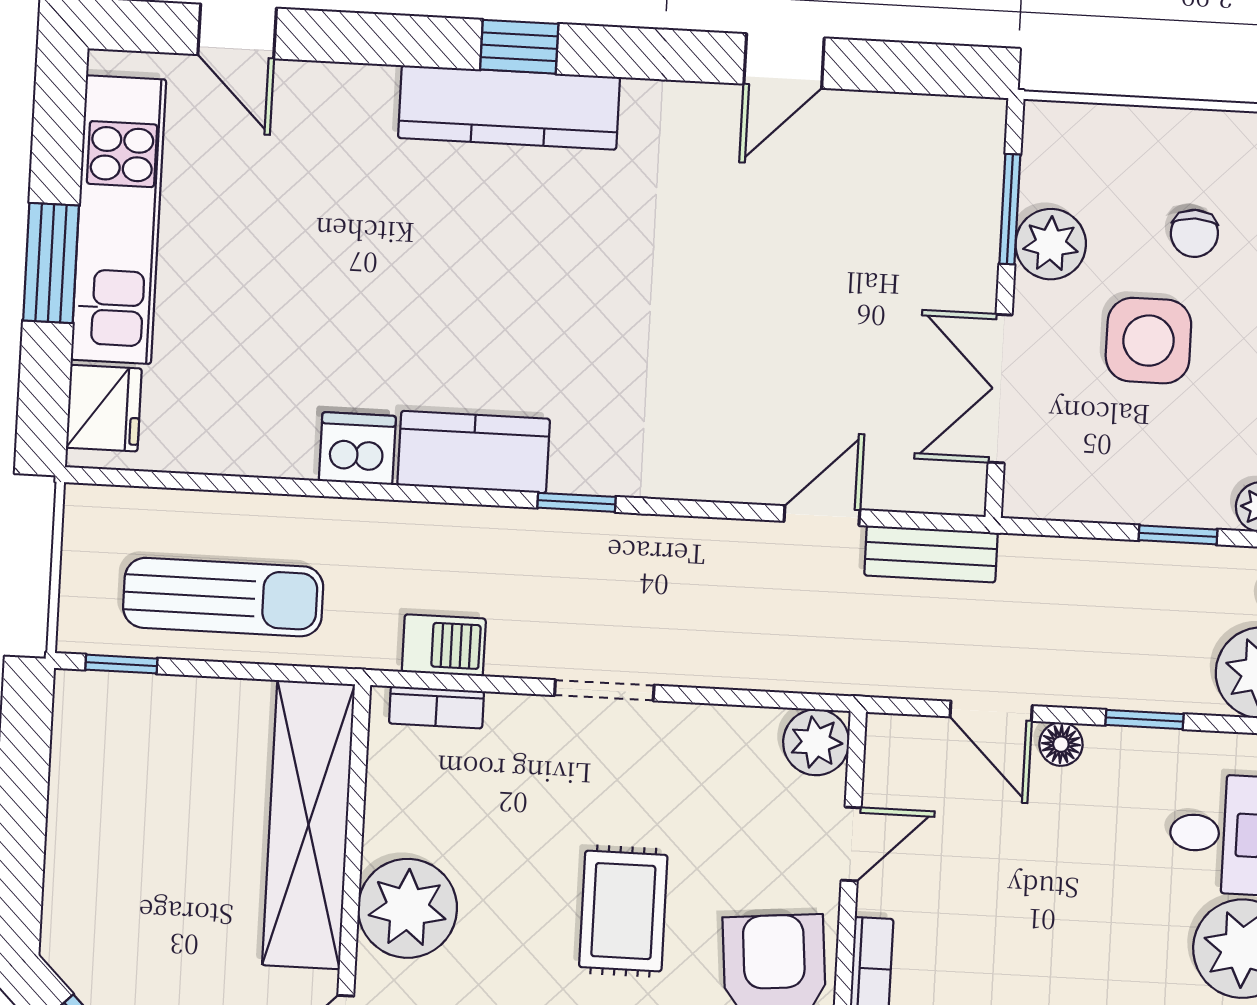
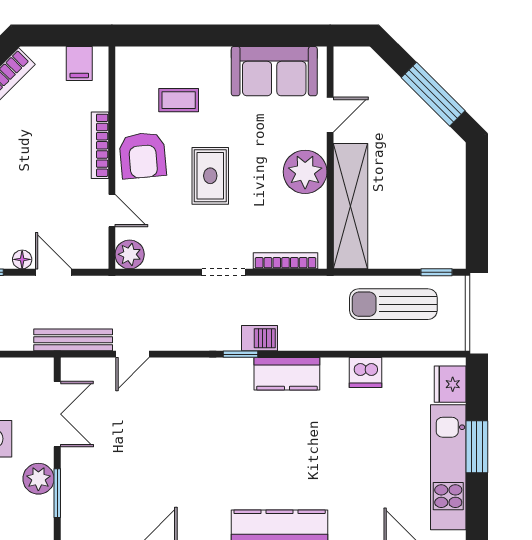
dishwasher: (357, 448) -> (366, 373), moved
bench: (931, 554) -> (73, 340), width x1.36
barbecue: (444, 645) -> (259, 338), moved, turned 180
bookcase: (436, 707) -> (286, 261), width x1.56
door: (851, 844) -> (112, 211), swing flipped

